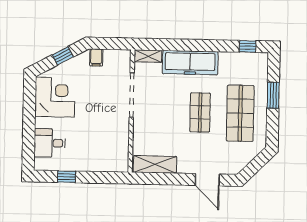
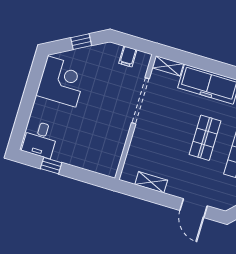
filing cabinet: (96, 57) -> (128, 57), moved
desk: (50, 143) -> (40, 139), moved, turned -90
shelving: (155, 164) -> (151, 182), width x0.67, depth x0.75

